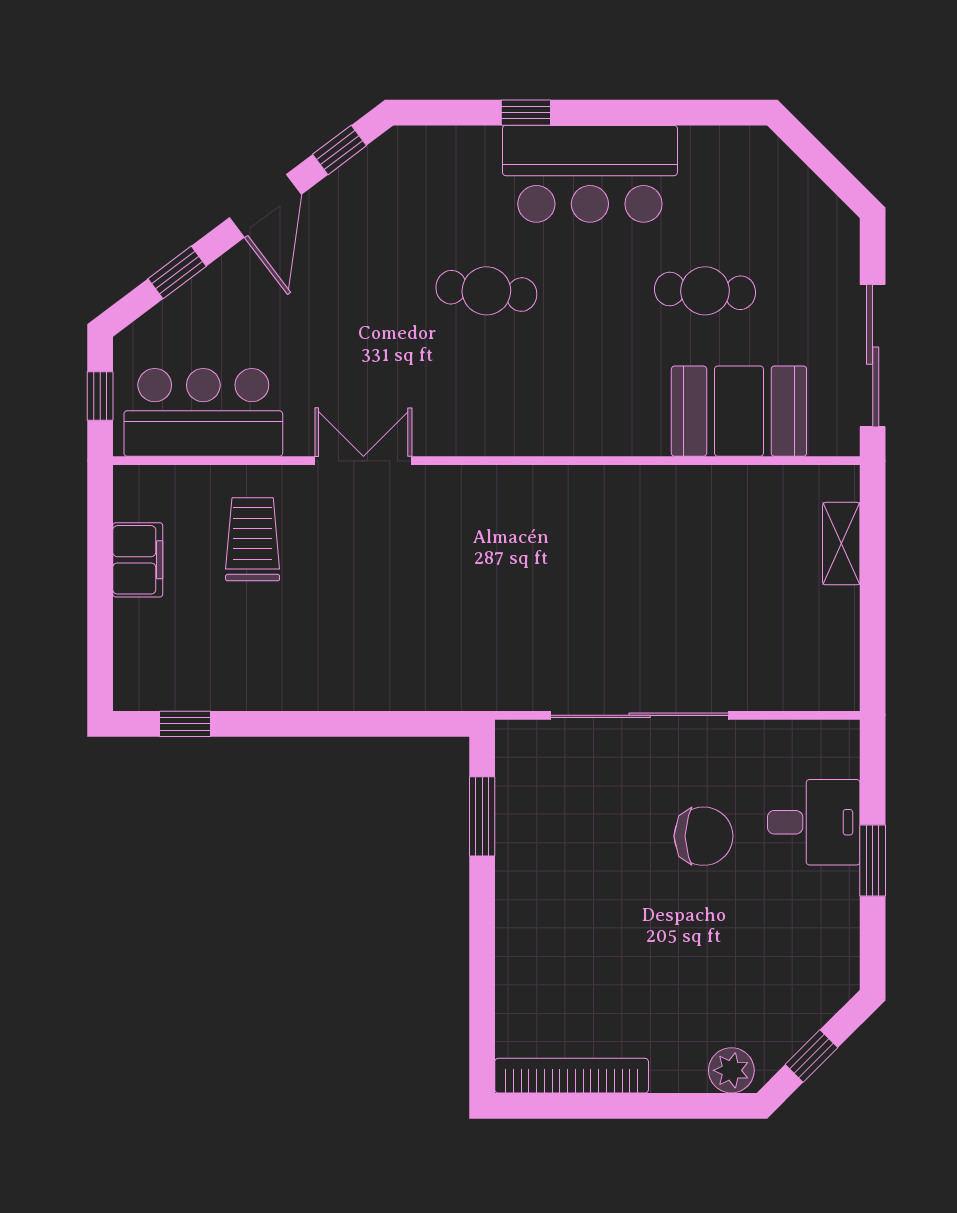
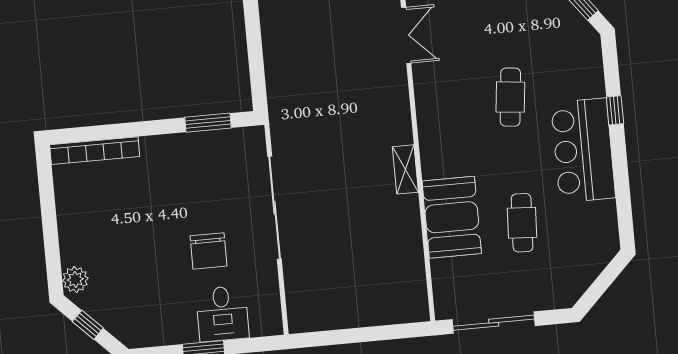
booth: (739, 411) -> (452, 217), moved
shelving: (841, 544) -> (405, 169), moved, turned 90
bookcase: (572, 1076) -> (95, 151), moved, turned 90

